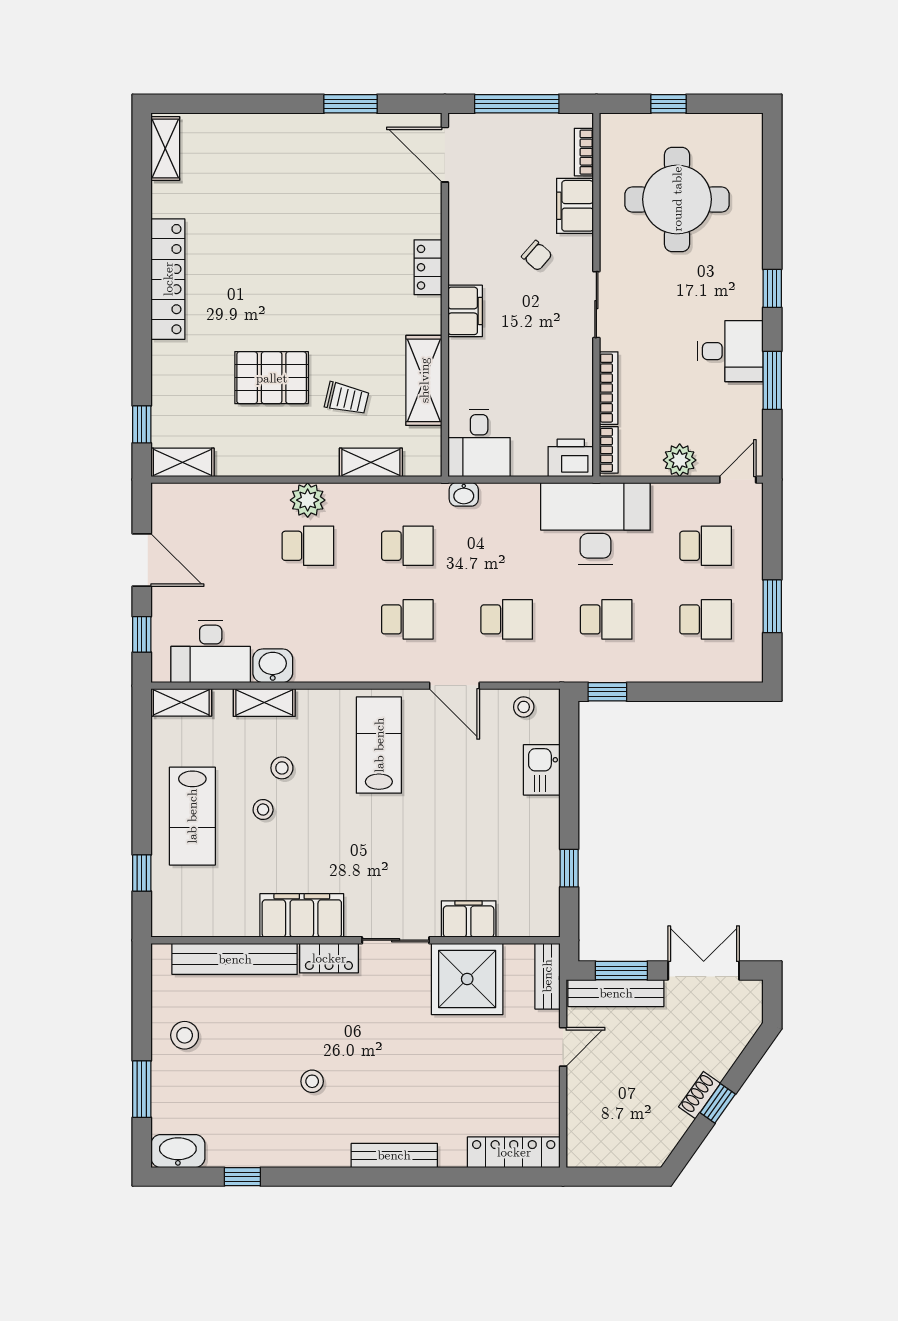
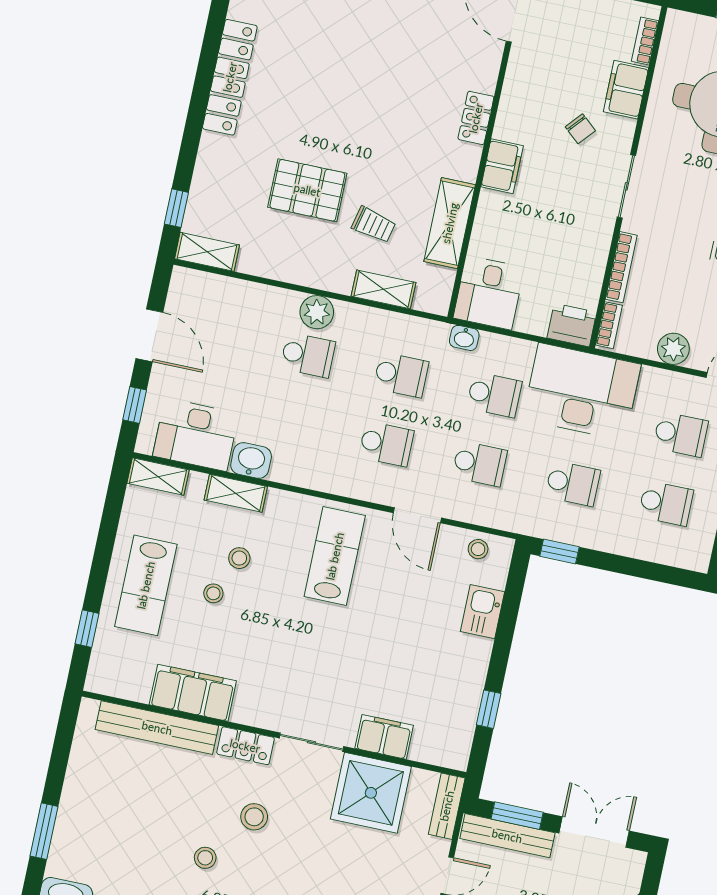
school desk: (507, 546) -> (494, 395), added
filing cabinet: (302, 915) -> (193, 693), moved
stool: (185, 1035) -> (254, 817), moved

